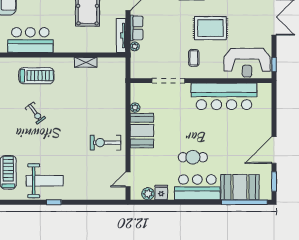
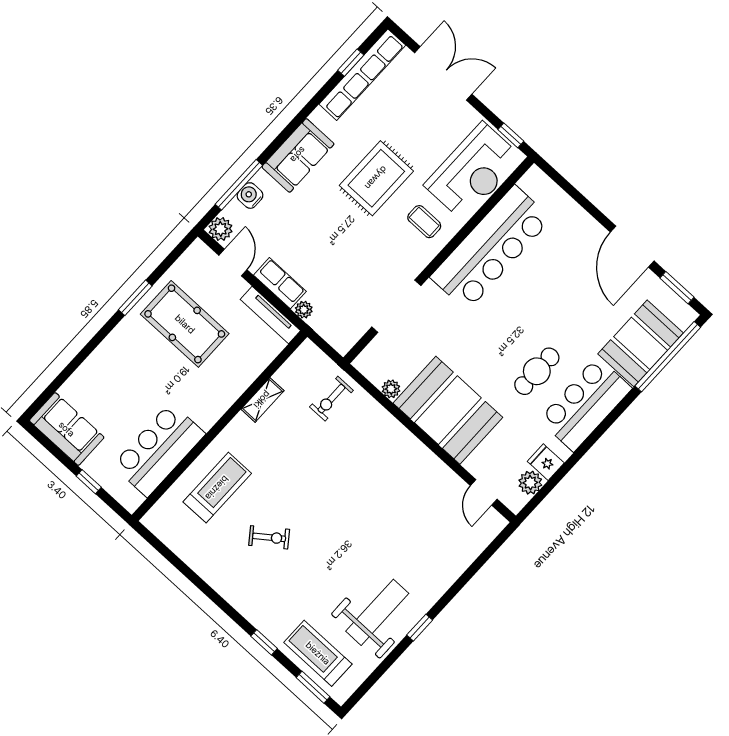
coffee table: (194, 58) -> (424, 222), moved
booth: (142, 131) -> (448, 410), width x1.36, depth x1.42
exercise bike: (106, 143) -> (331, 399), moved, width x0.73, depth x0.72

